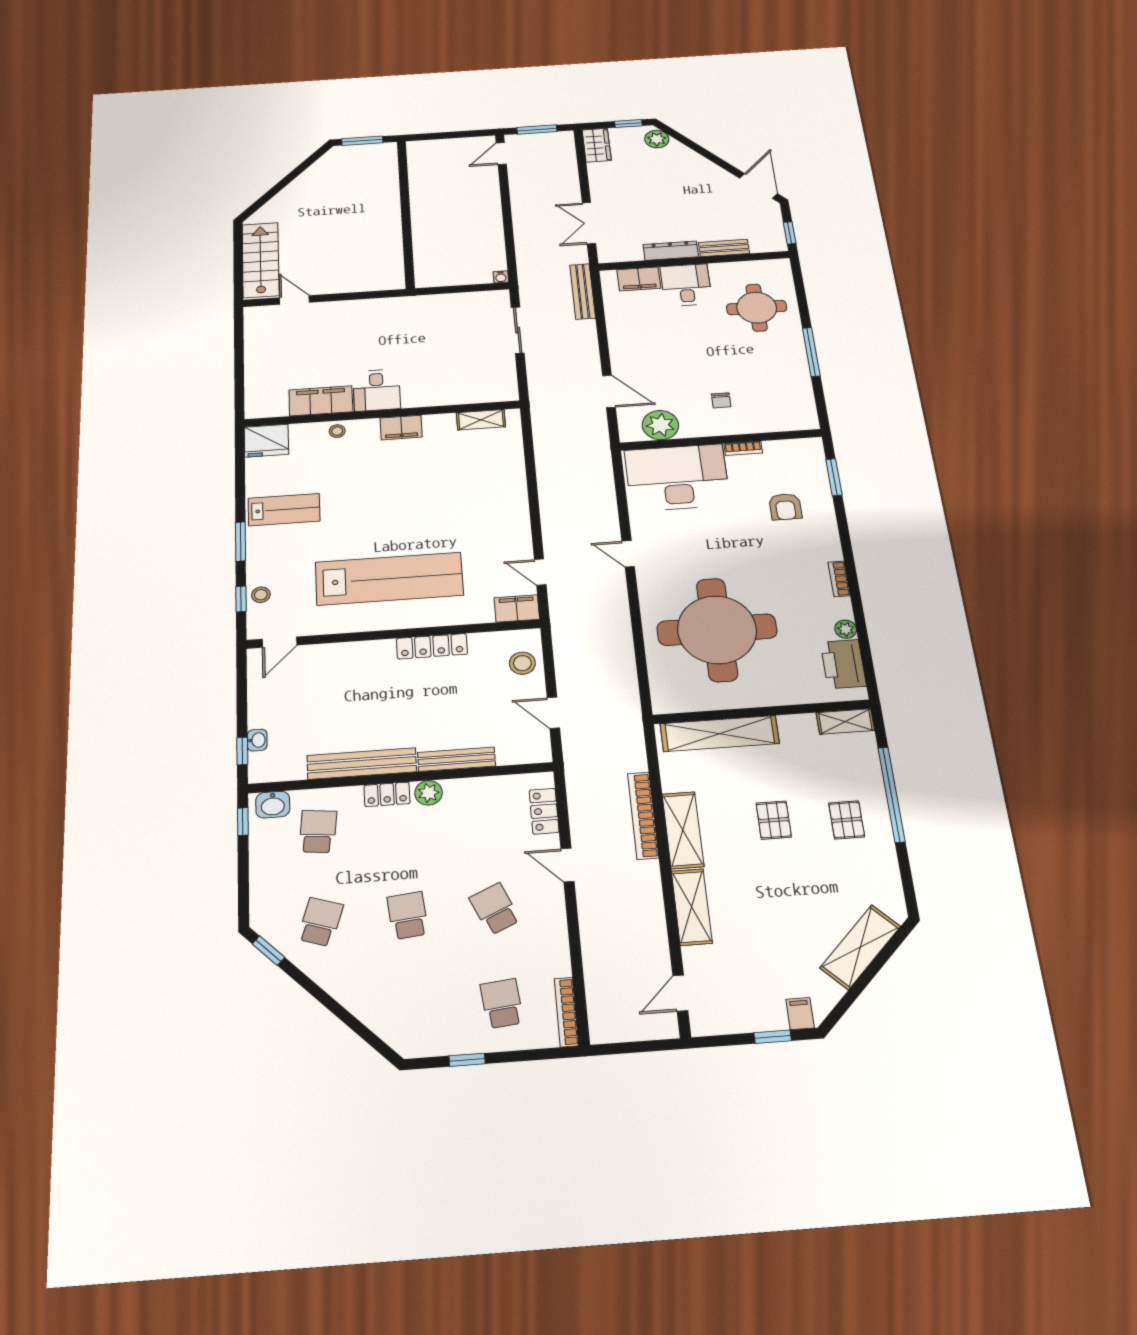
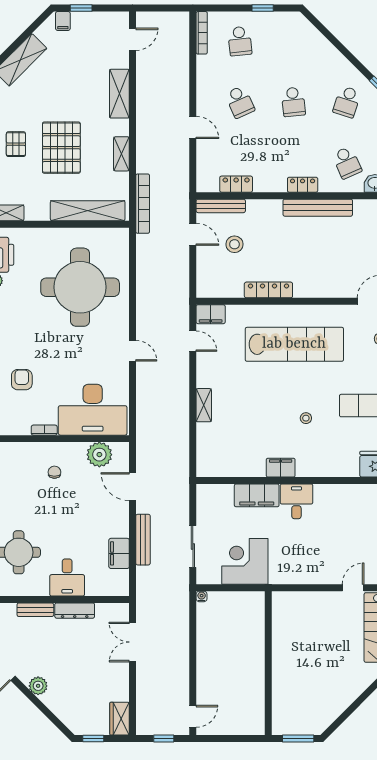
window: (537, 130) -> (164, 739), width x0.67
plant: (657, 139) -> (38, 686), moved
double door: (589, 223) -> (133, 642), swing flipped
filing cabinet: (639, 279) -> (119, 553), moved, turned -90
bench: (583, 291) -> (143, 540), moved
door: (294, 300) -> (353, 588), swing flipped
corner desk: (445, 319) -> (245, 561), added
filing cabinet: (321, 401) -> (257, 495), moved
shelving: (481, 420) -> (204, 405), moved, turned 90
stool: (337, 431) -> (306, 418), moved
lab bench: (389, 579) -> (294, 344), turned 180
stool: (522, 663) -> (234, 244), moved
bench: (457, 759) -> (221, 206), moved
plant: (429, 793) -> (276, 184), removed
locker: (544, 811) -> (236, 184), moved, turned -90
bookcase: (643, 815) -> (143, 204), moved
pallet: (774, 820) -> (61, 148), width x2.05, depth x2.00
shelving: (683, 830) -> (121, 154), width x0.67, depth x0.75
school desk: (318, 831) -> (347, 163), turned -30

